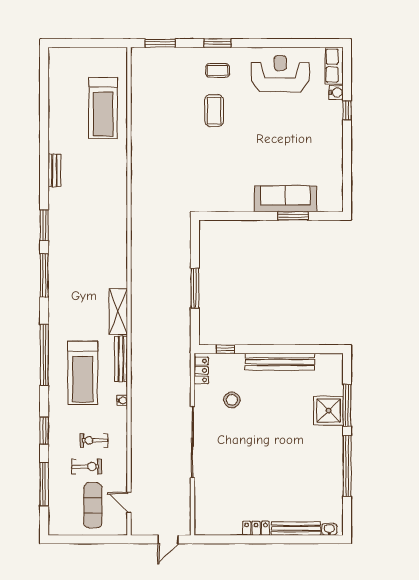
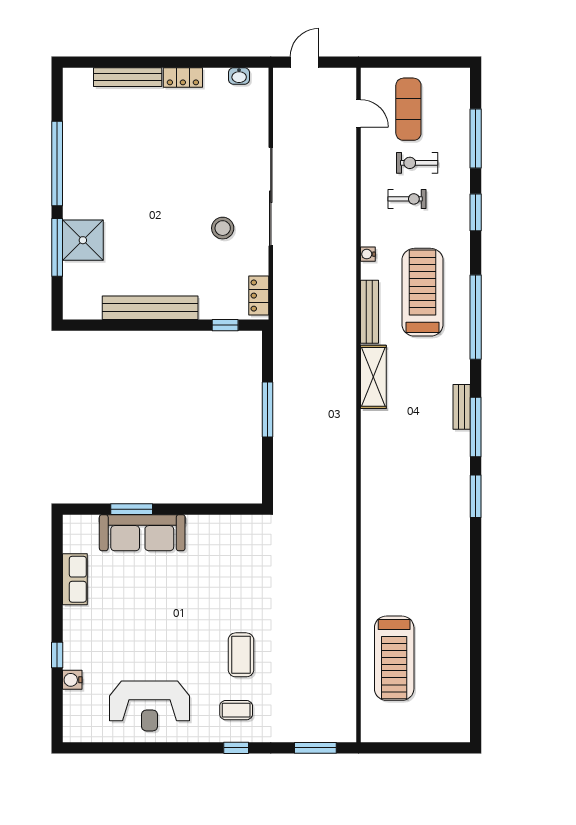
window: (218, 43) -> (236, 748), width x0.67
row of seats: (334, 66) -> (75, 579), moved
treadmill: (103, 108) -> (394, 658), turned 180
bench: (54, 170) -> (462, 407), moved
stool: (232, 400) -> (223, 228), moved
washbasin: (329, 529) -> (239, 76), moved

